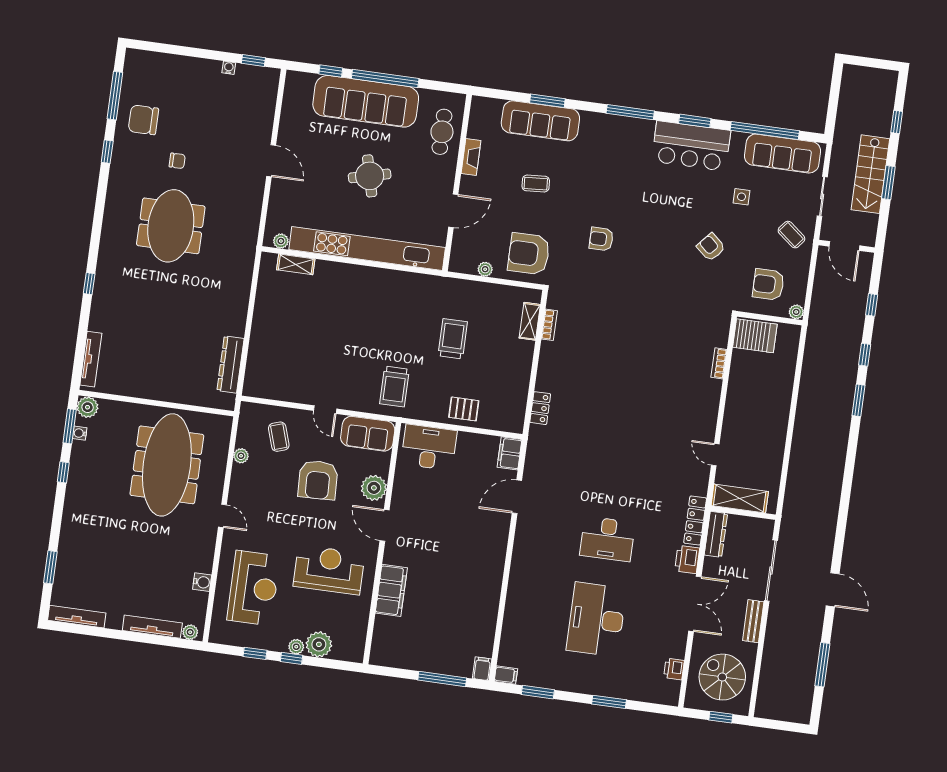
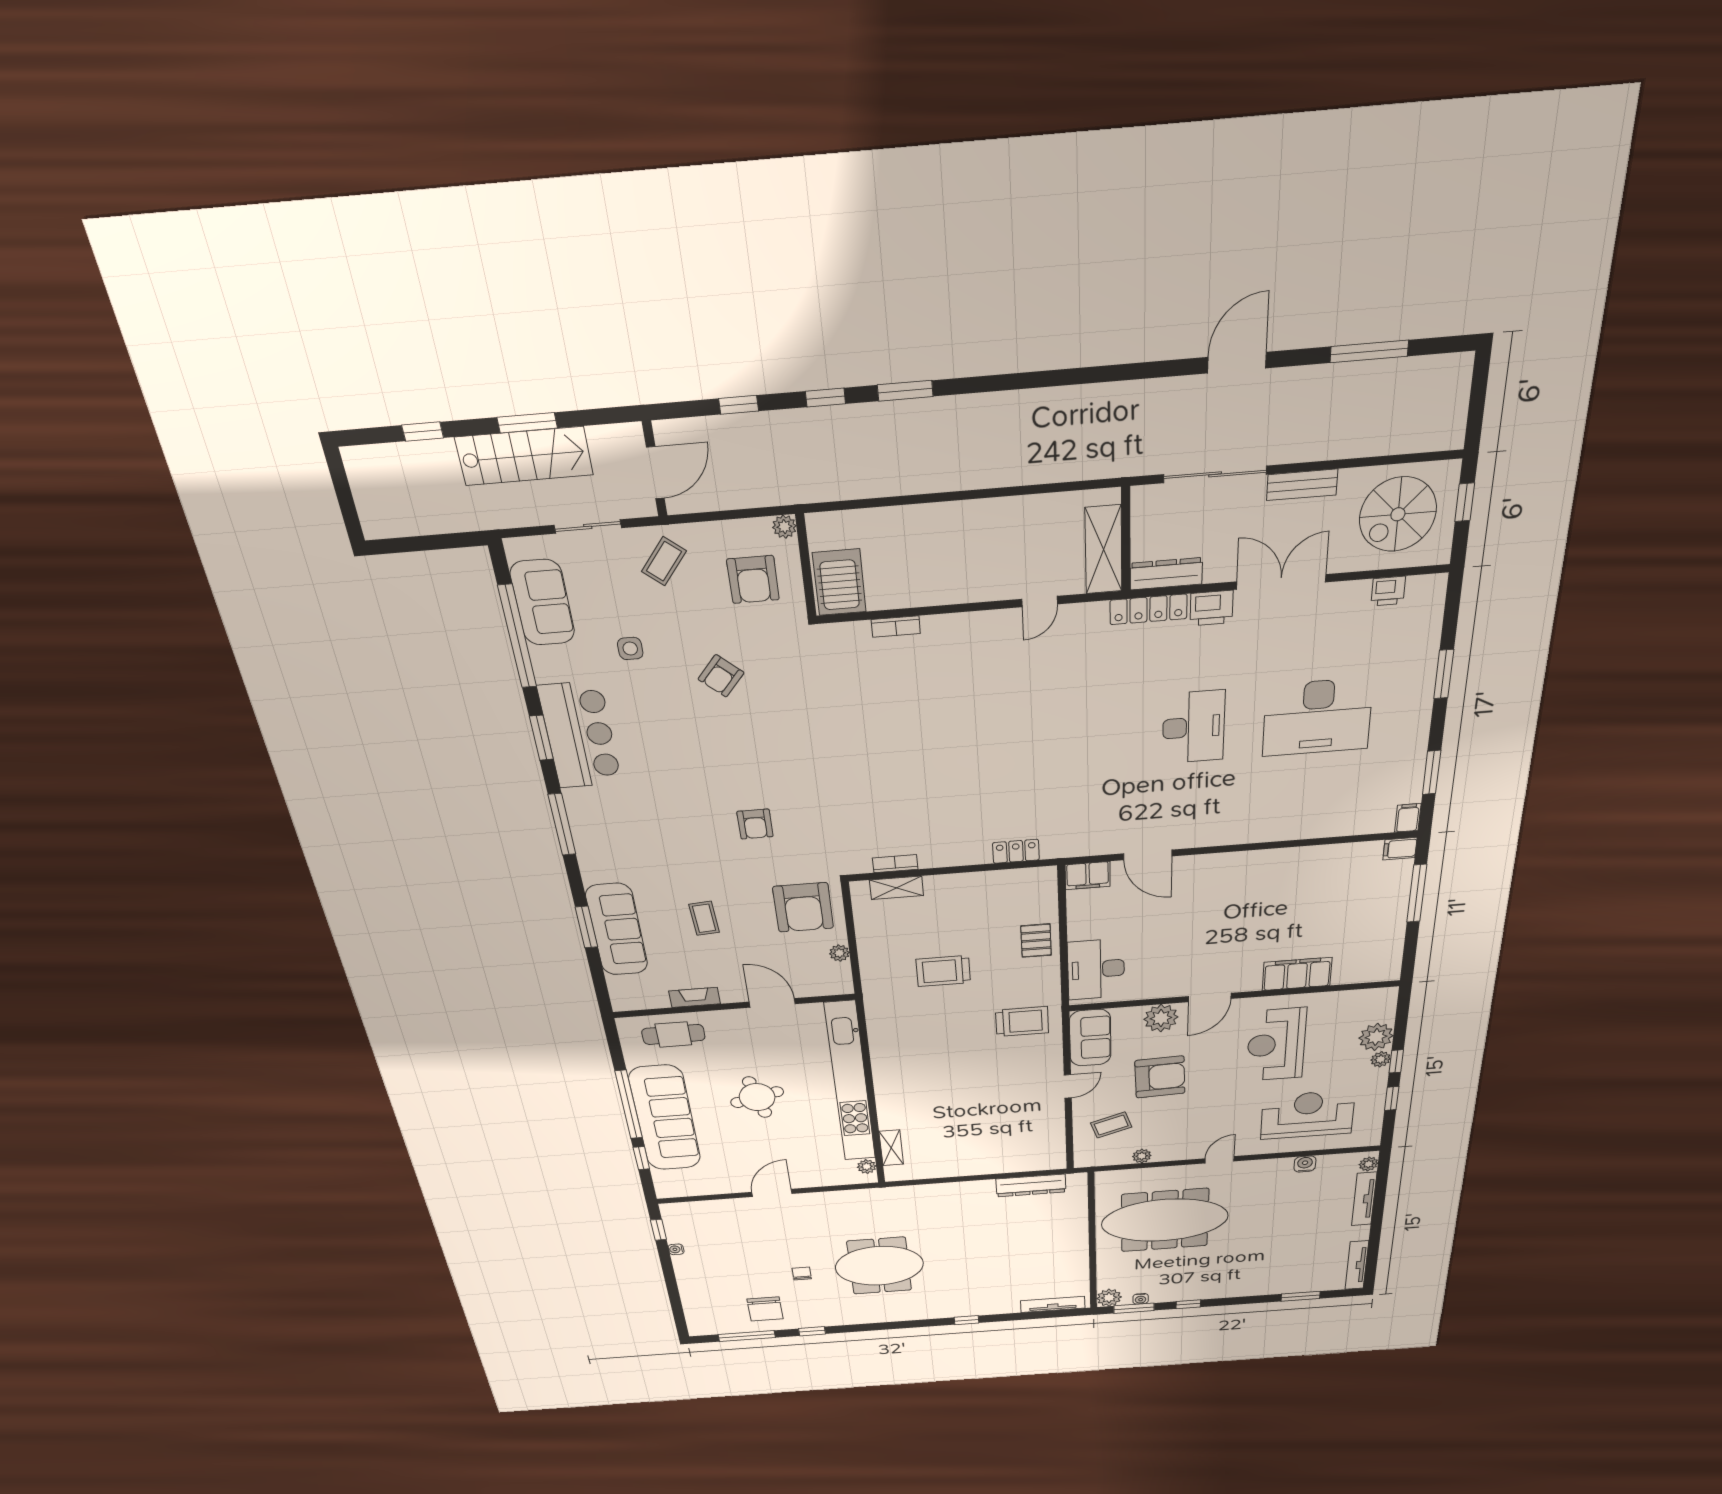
sofa: (783, 154) -> (542, 603), width x0.73

